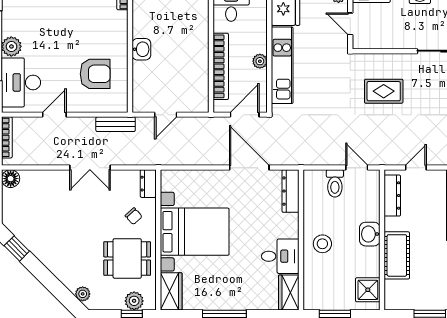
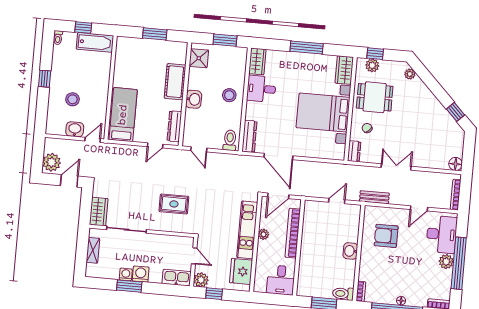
toilet: (335, 183) -> (230, 140), moved

